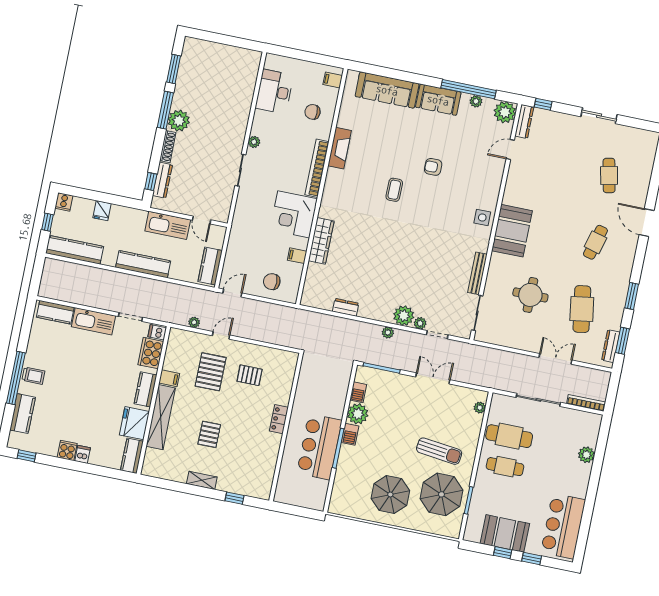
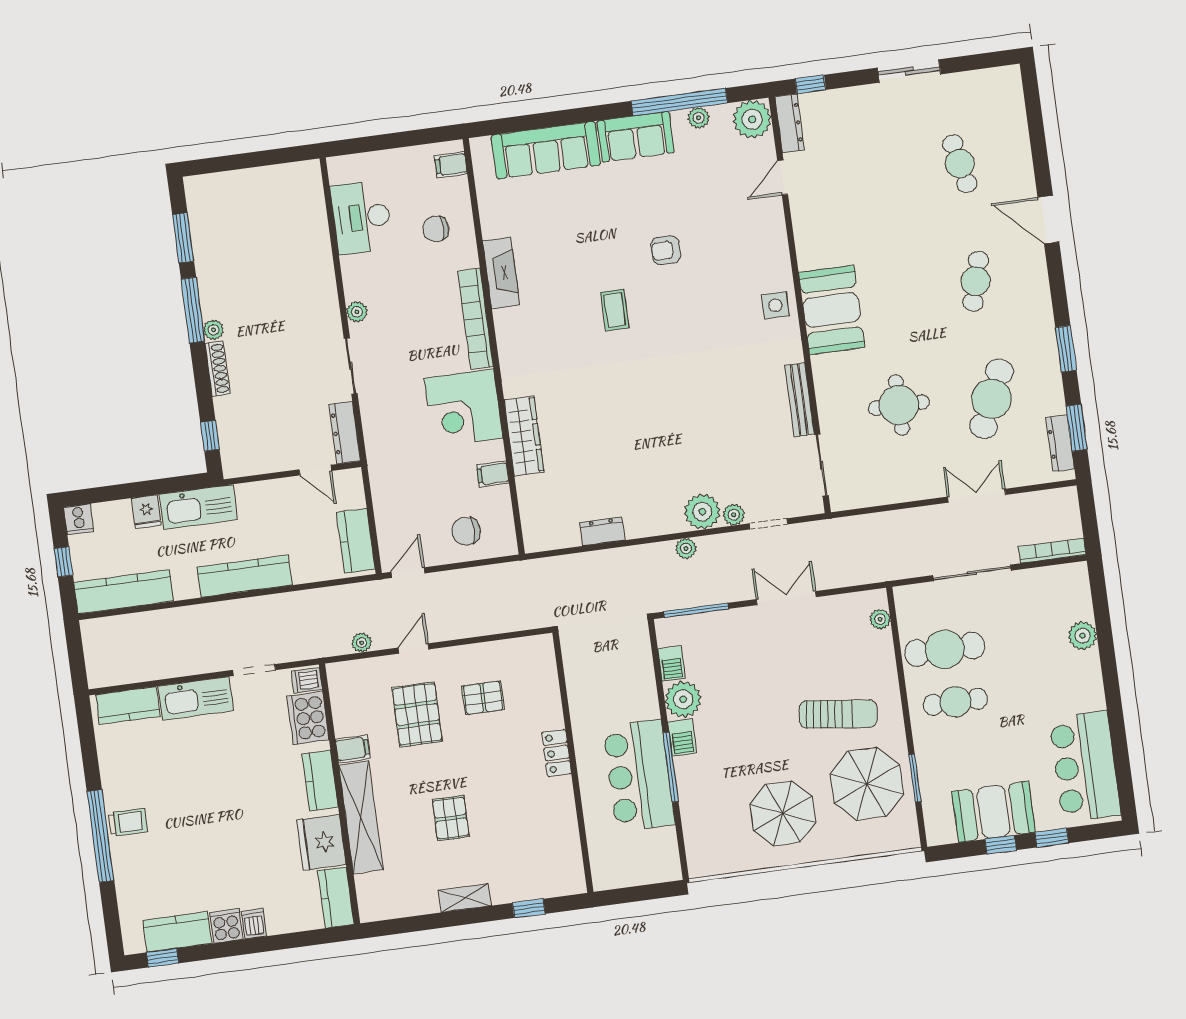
plant: (179, 121) -> (213, 330), width x0.53, depth x0.53
dresser: (162, 180) -> (345, 433), moved, turned 180
kitchen sink: (168, 225) -> (198, 507), moved
cafe table: (582, 309) -> (992, 399), turned 33
kitchen counter: (23, 414) -> (177, 932), moved, turned -90

